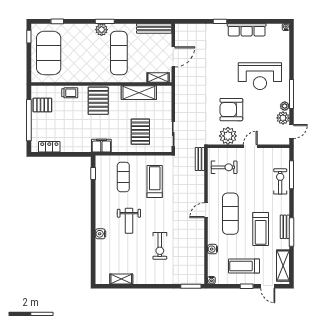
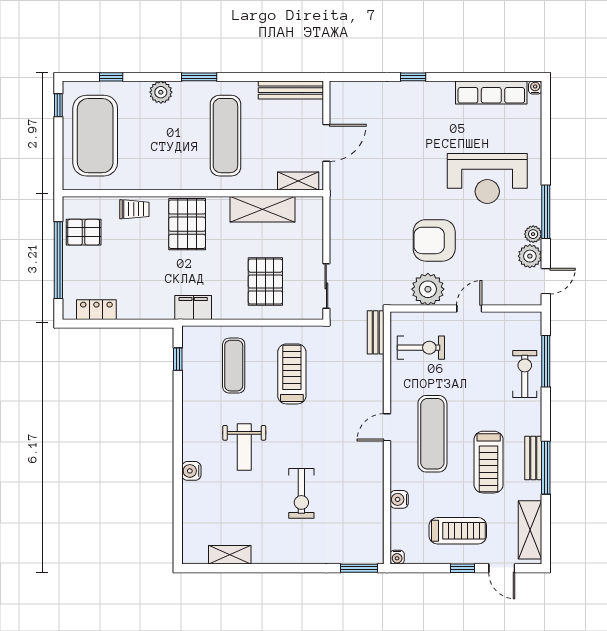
plant: (102, 30) -> (161, 92), moved
row of seats: (247, 30) -> (491, 93), moved
treadmill: (244, 266) -> (458, 531), turned 180

